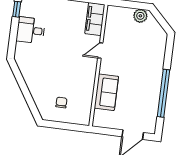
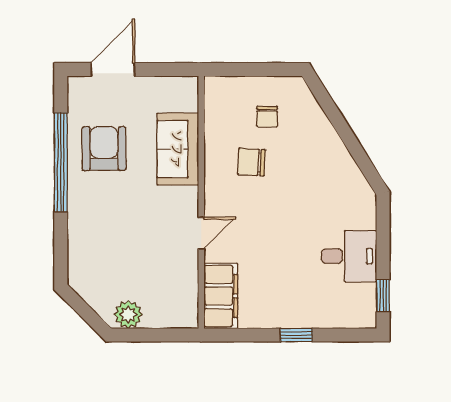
chair: (72, 82) -> (251, 162), added
armchair: (142, 97) -> (104, 149), added

